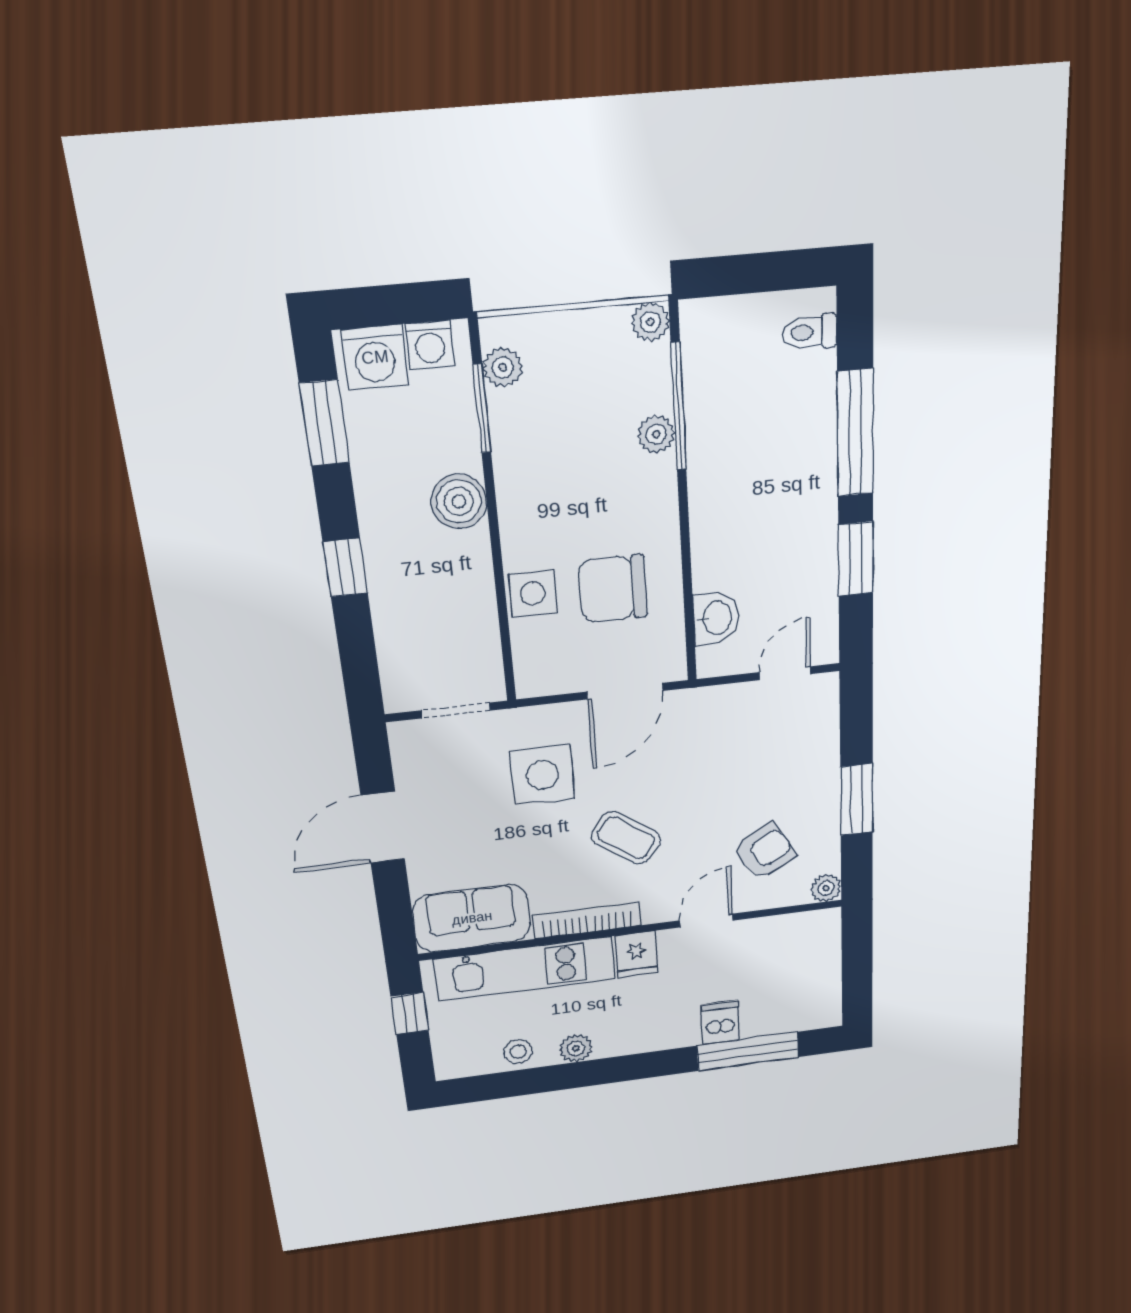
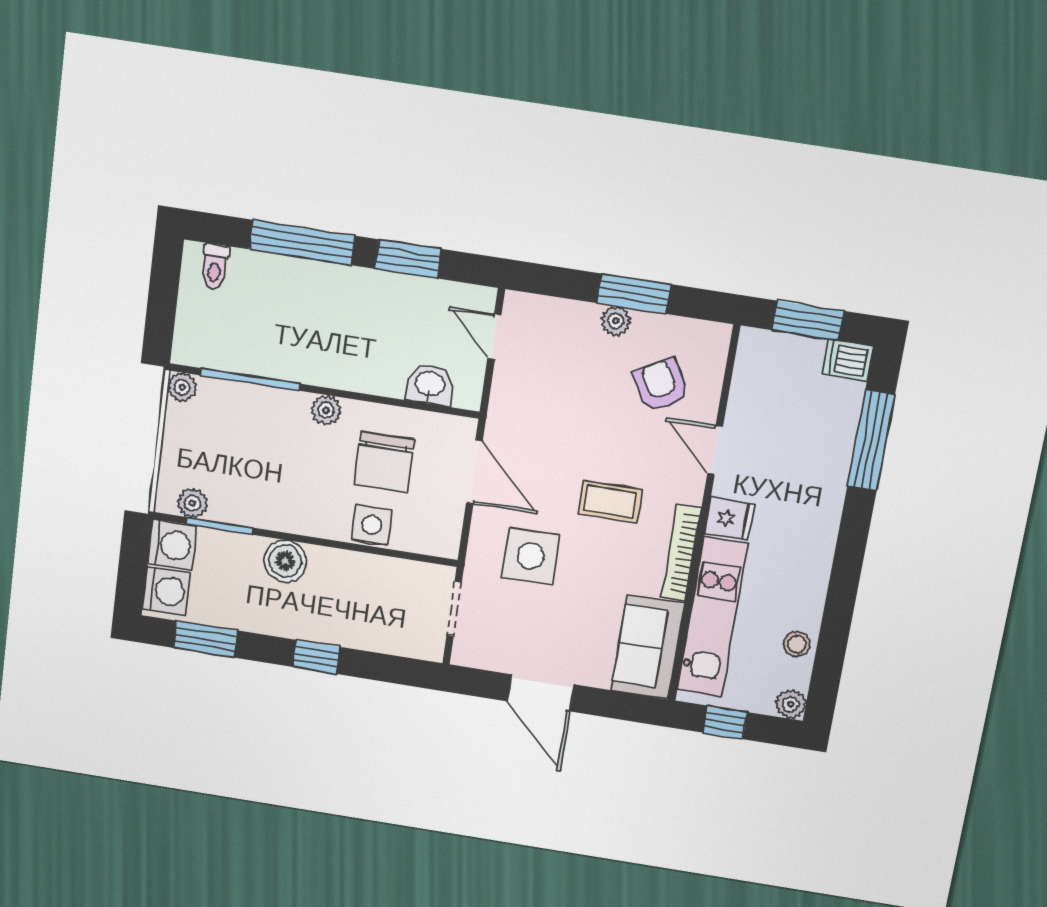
washing machine: (430, 344) -> (172, 545), width x1.38, depth x1.38
plant: (656, 434) -> (326, 410), moved
coffee table: (626, 838) -> (610, 502), turned 54
plant: (826, 888) -> (616, 321), moved
window: (857, 963) -> (808, 321), added
dishwasher: (720, 1022) -> (848, 360), moved
plant: (576, 1048) -> (791, 704), moved

